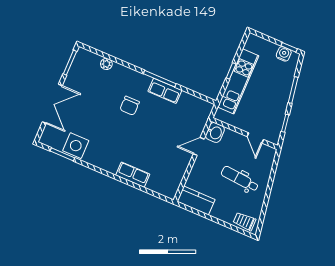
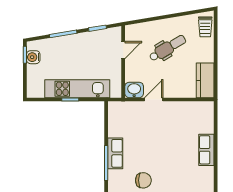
door: (199, 146) -> (154, 100), swing flipped
dental chair: (240, 179) -> (168, 48), turned -126

